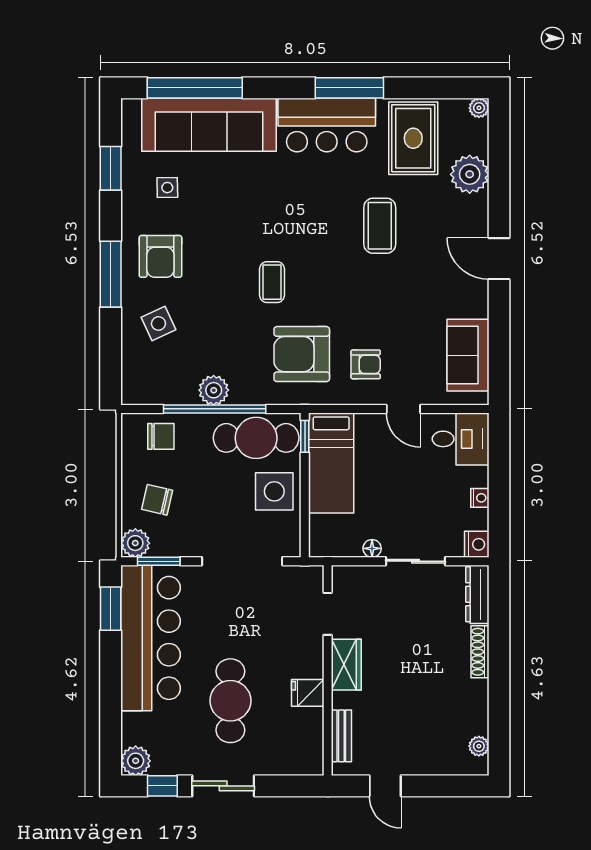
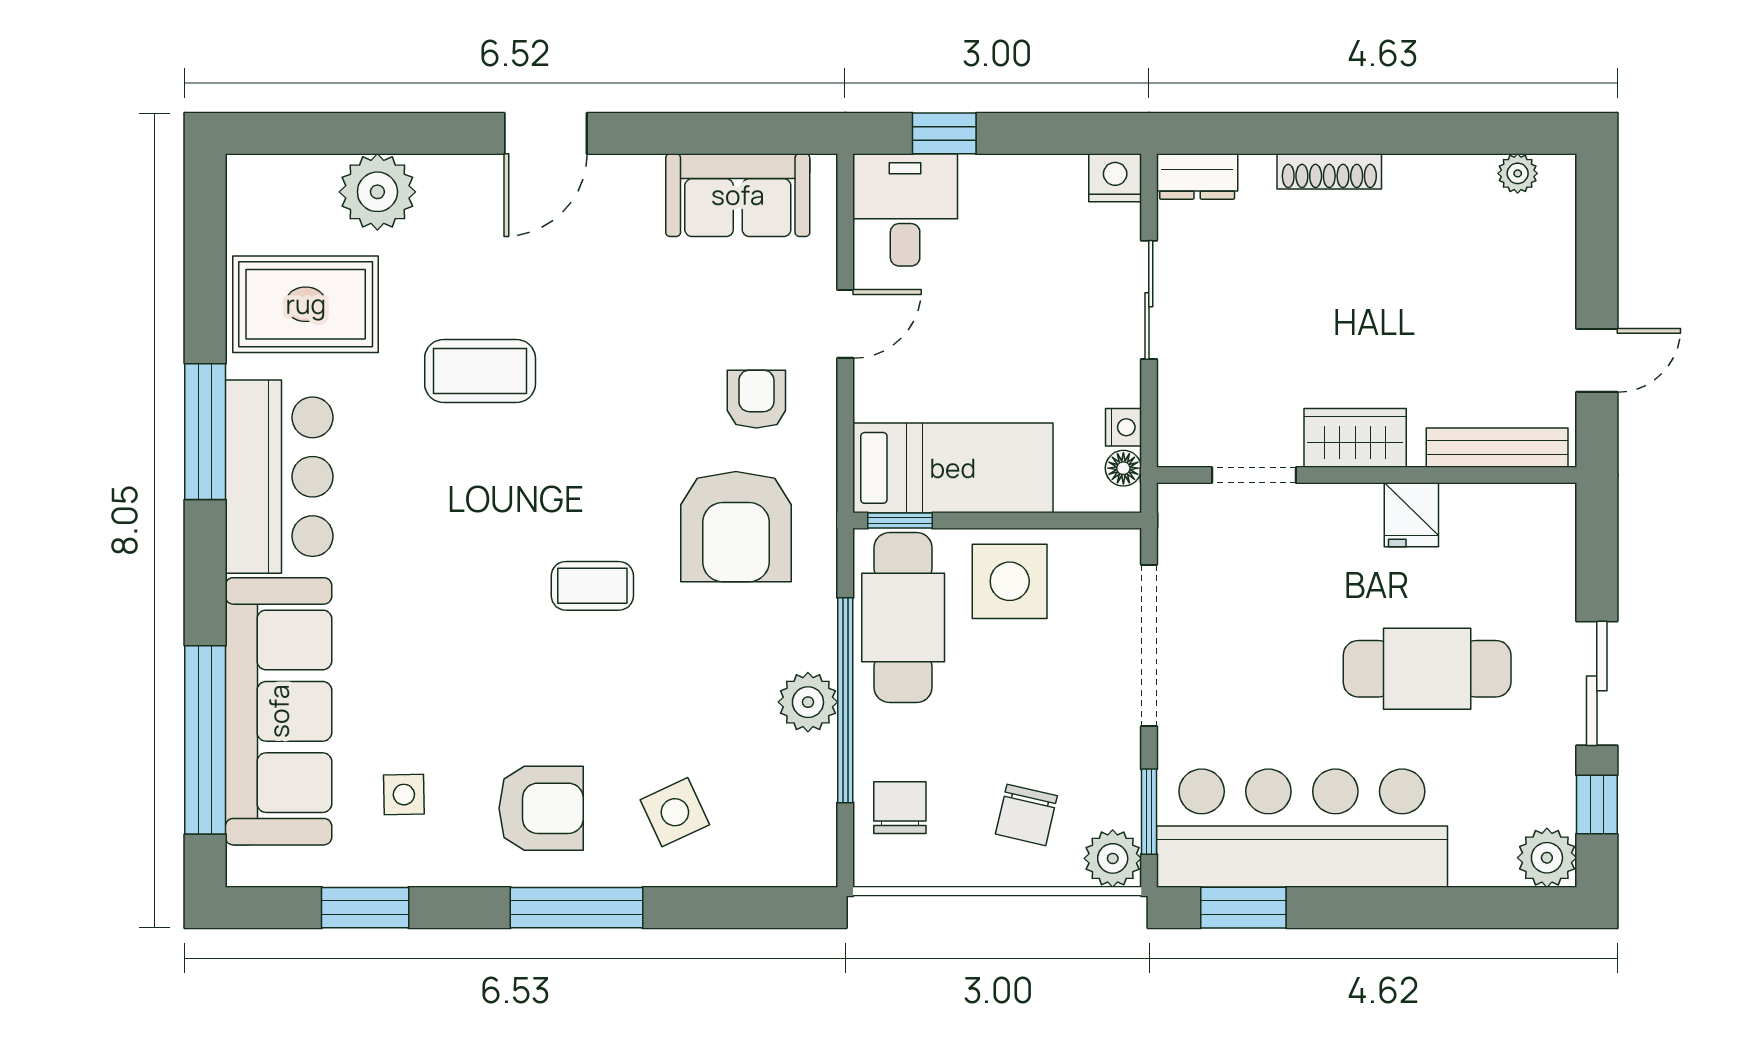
plant: (479, 108) -> (245, 173), removed
window: (499, 459) -> (944, 133), added
nightstand: (480, 498) -> (1123, 427), moved, turned 90
floor lamp: (372, 548) -> (1123, 468), moved
dresser: (477, 594) -> (1197, 176), width x0.70
bench: (341, 736) -> (1497, 448), width x1.36

